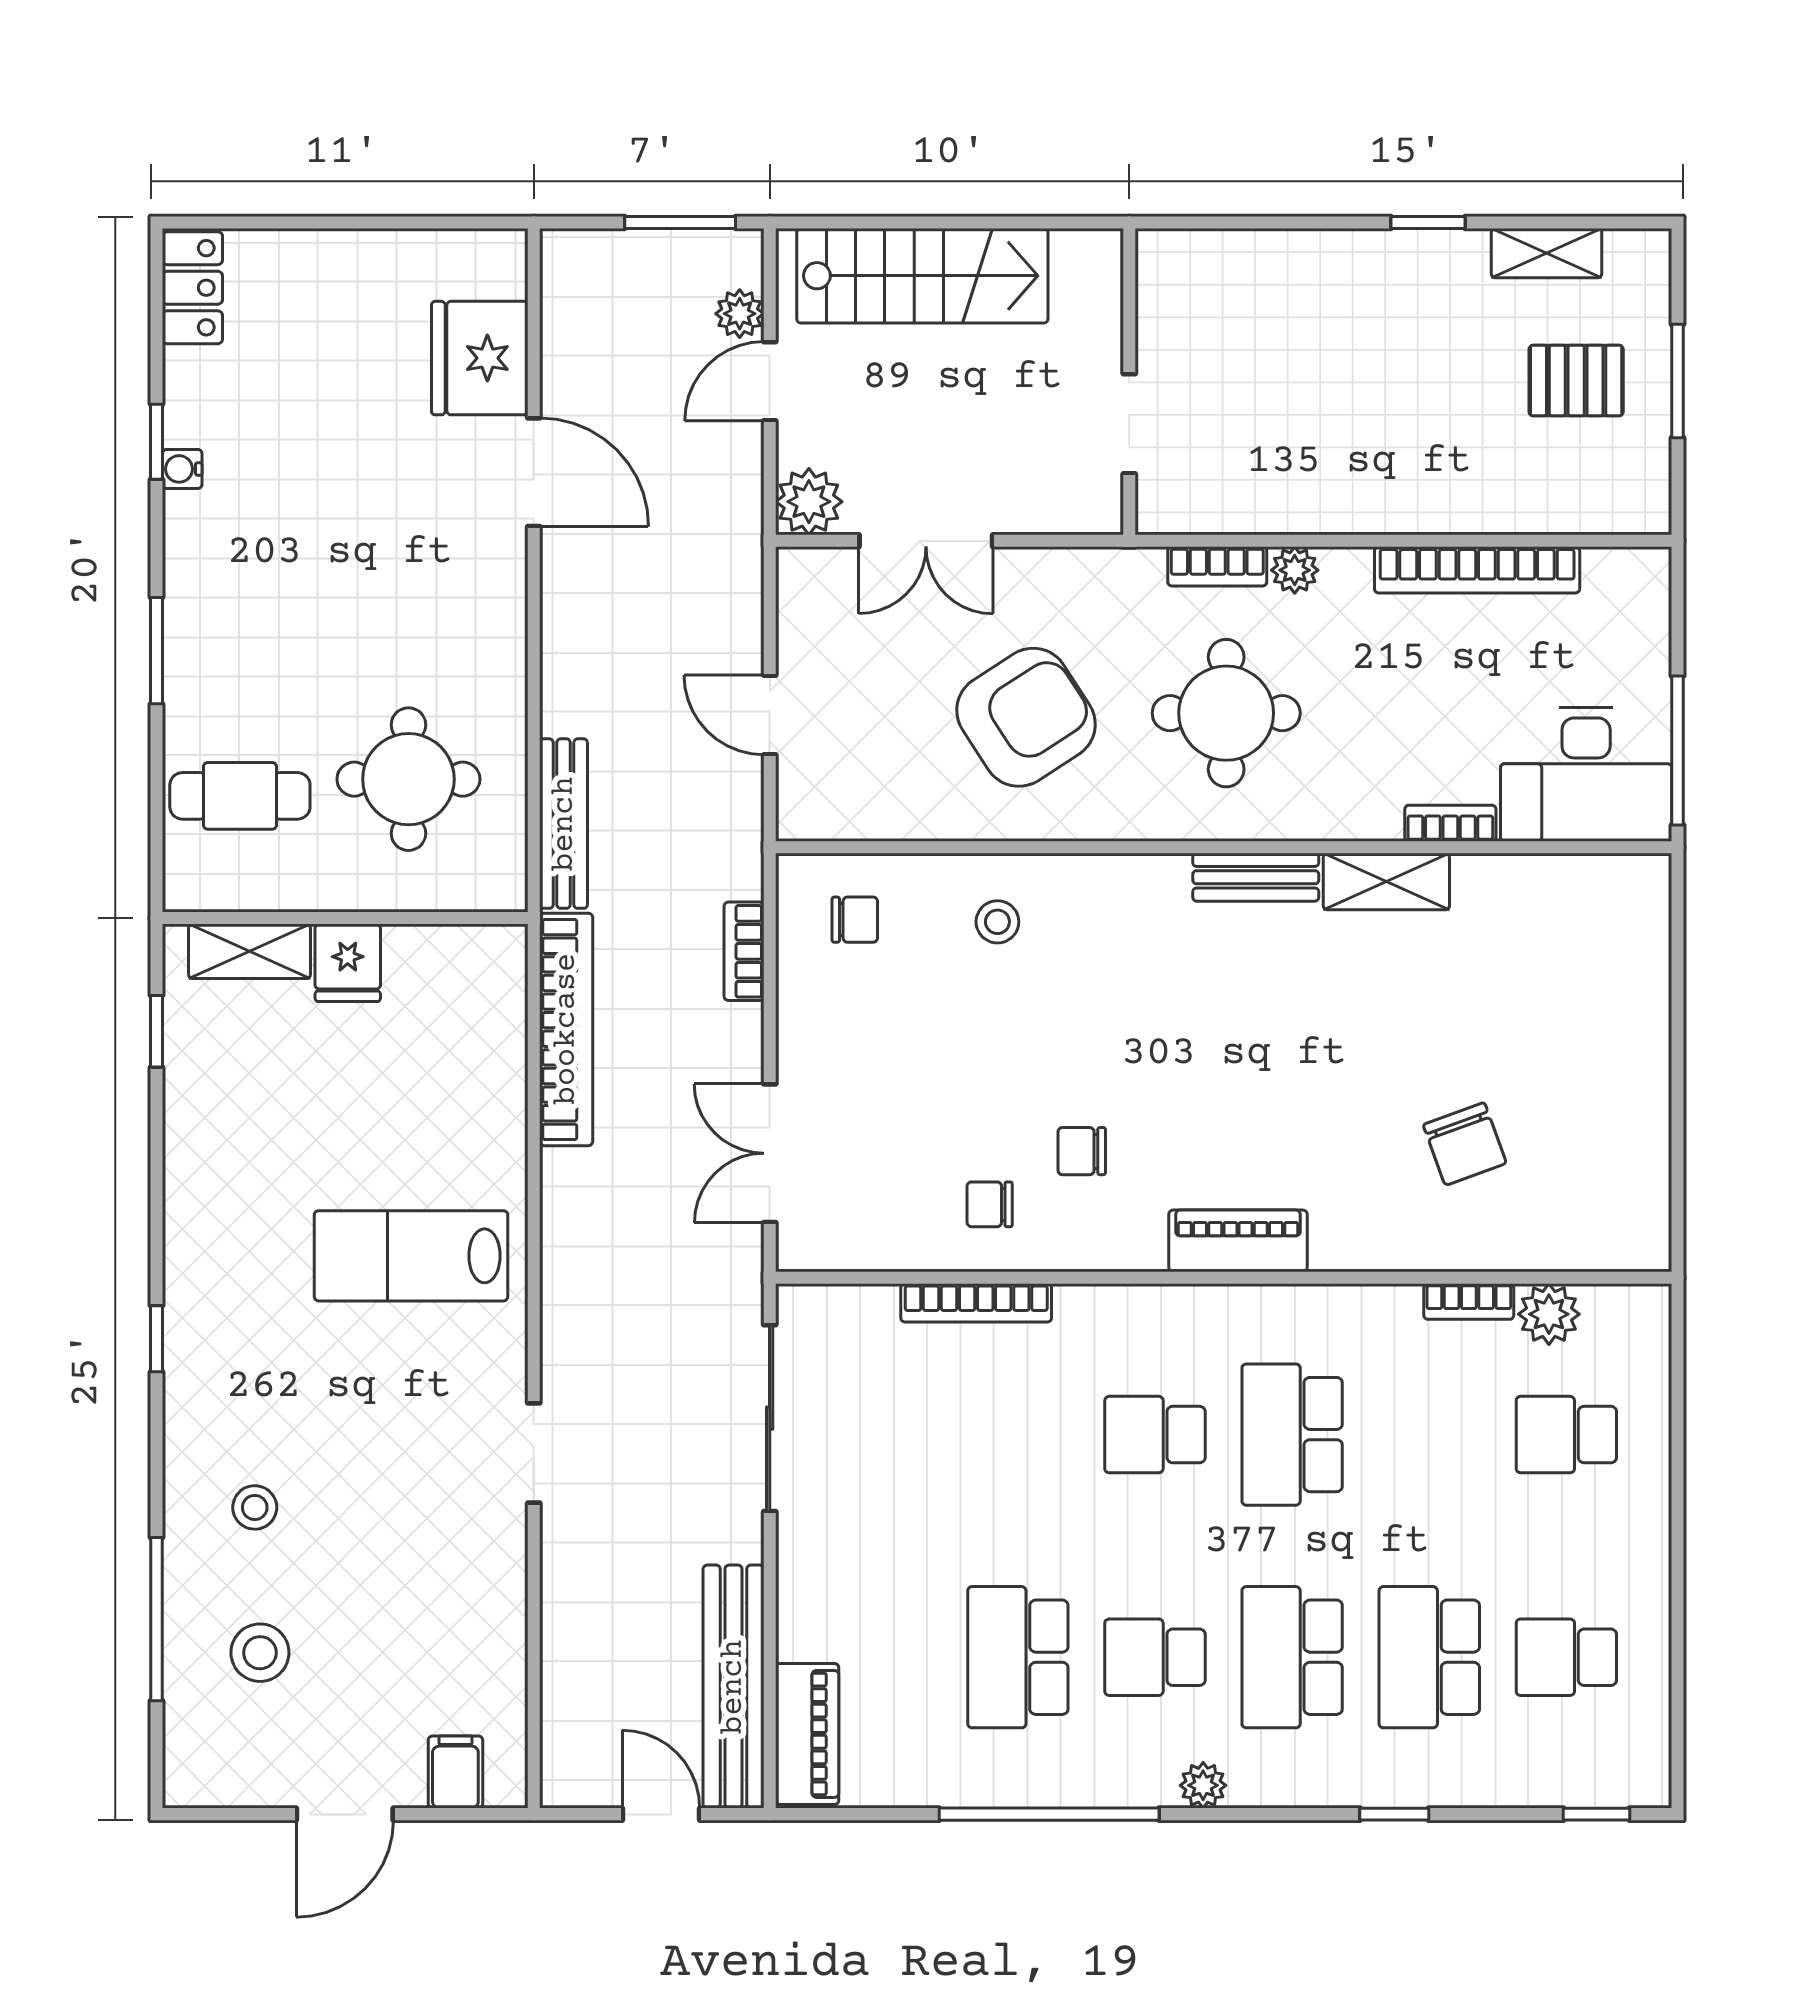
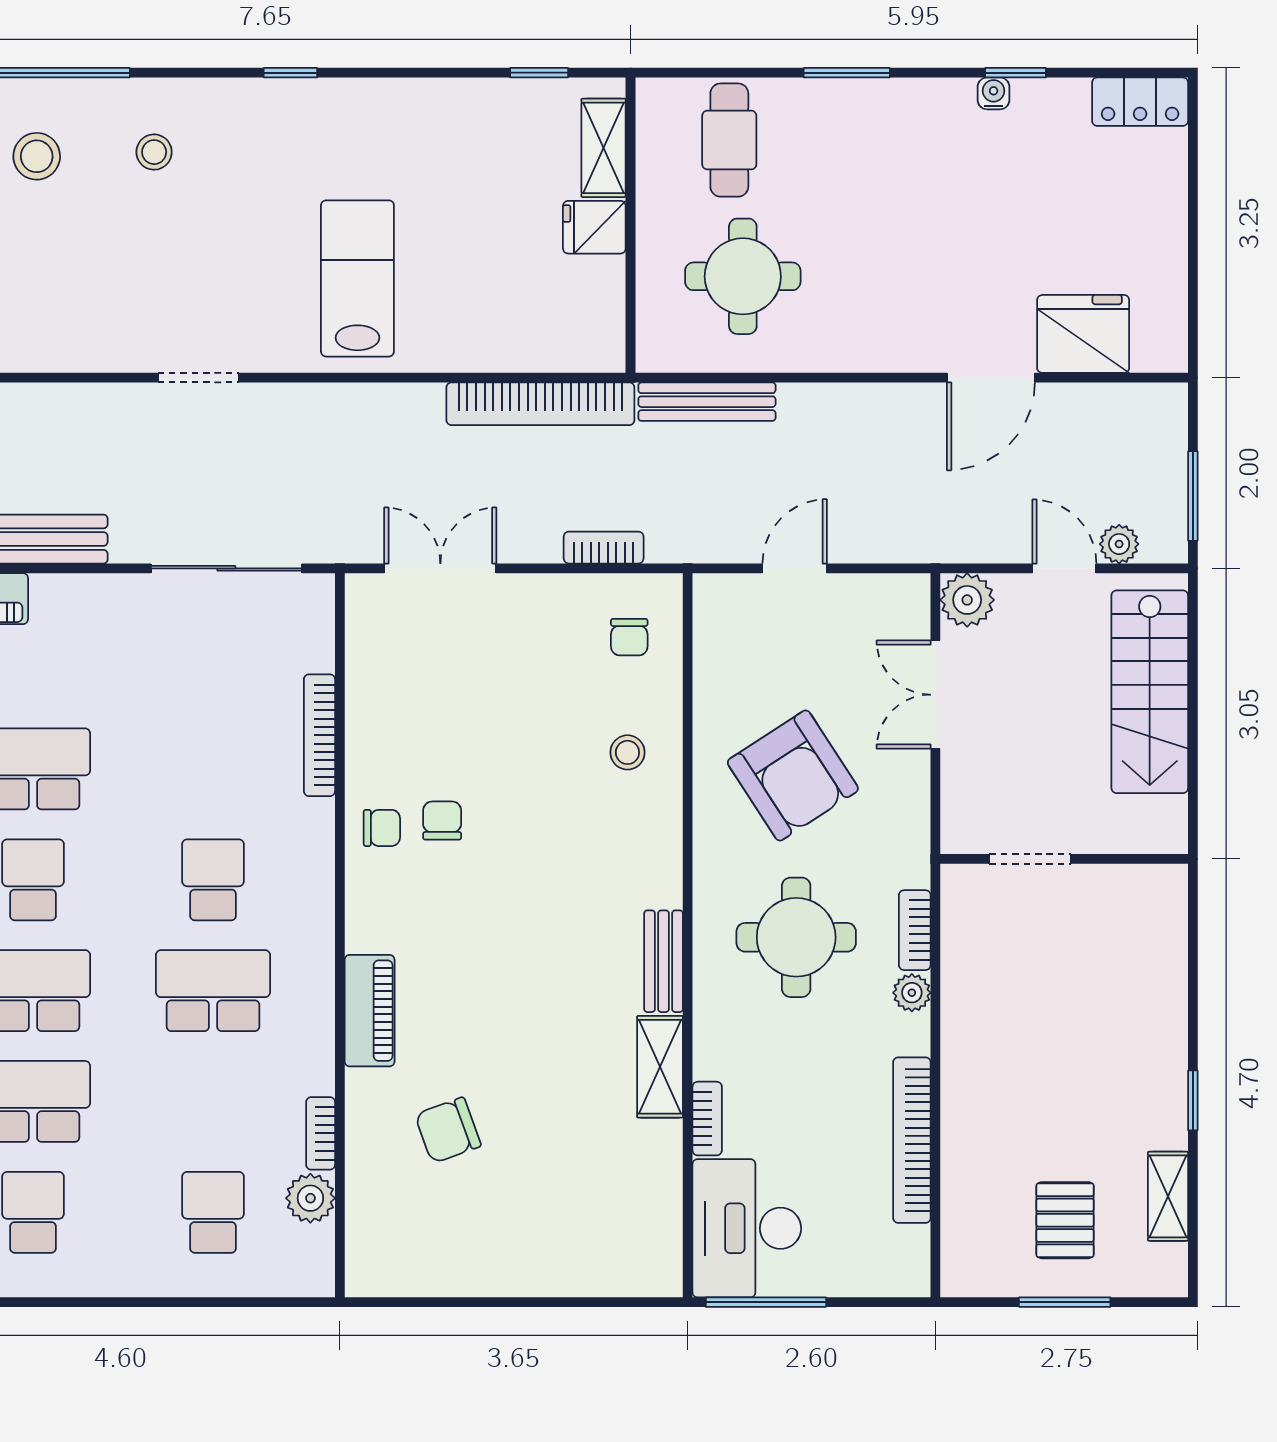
chair: (990, 1204) -> (382, 828), moved, turned 90
piano: (1238, 1241) -> (370, 1011), moved

